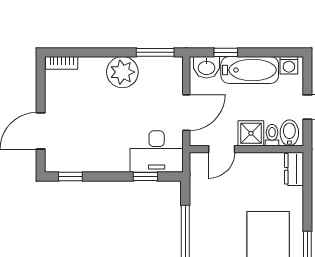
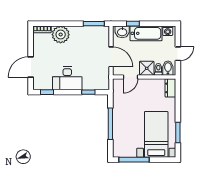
plant: (122, 72) -> (61, 35), moved
door: (186, 113) -> (111, 57), hinge flipped
desk: (157, 152) -> (67, 78), moved

